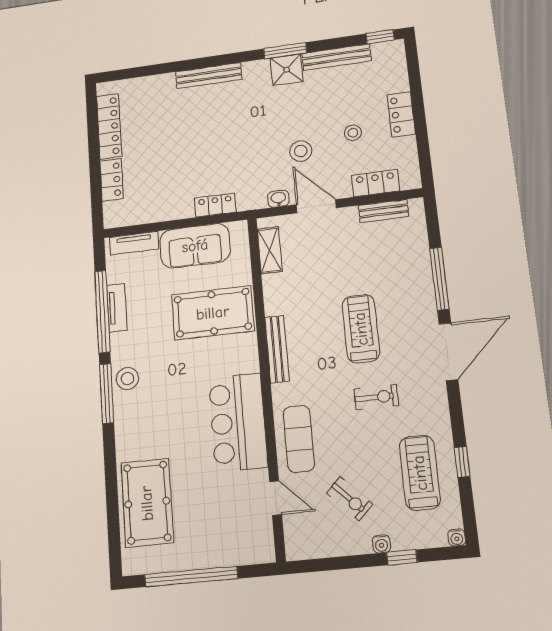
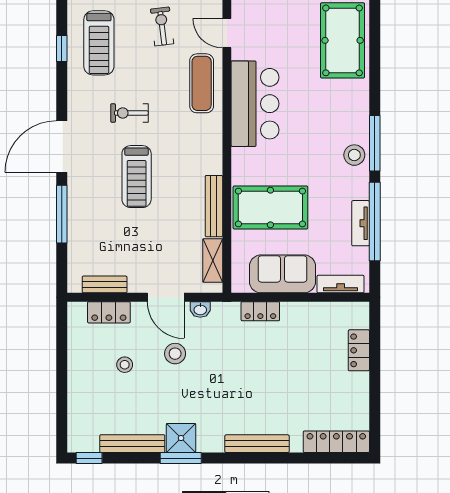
locker: (401, 114) -> (78, 376), removed
locker: (109, 126) -> (336, 442), moved, turned 90
bench: (277, 349) -> (214, 206), moved
exercise bike: (349, 499) -> (162, 26), turned 37

